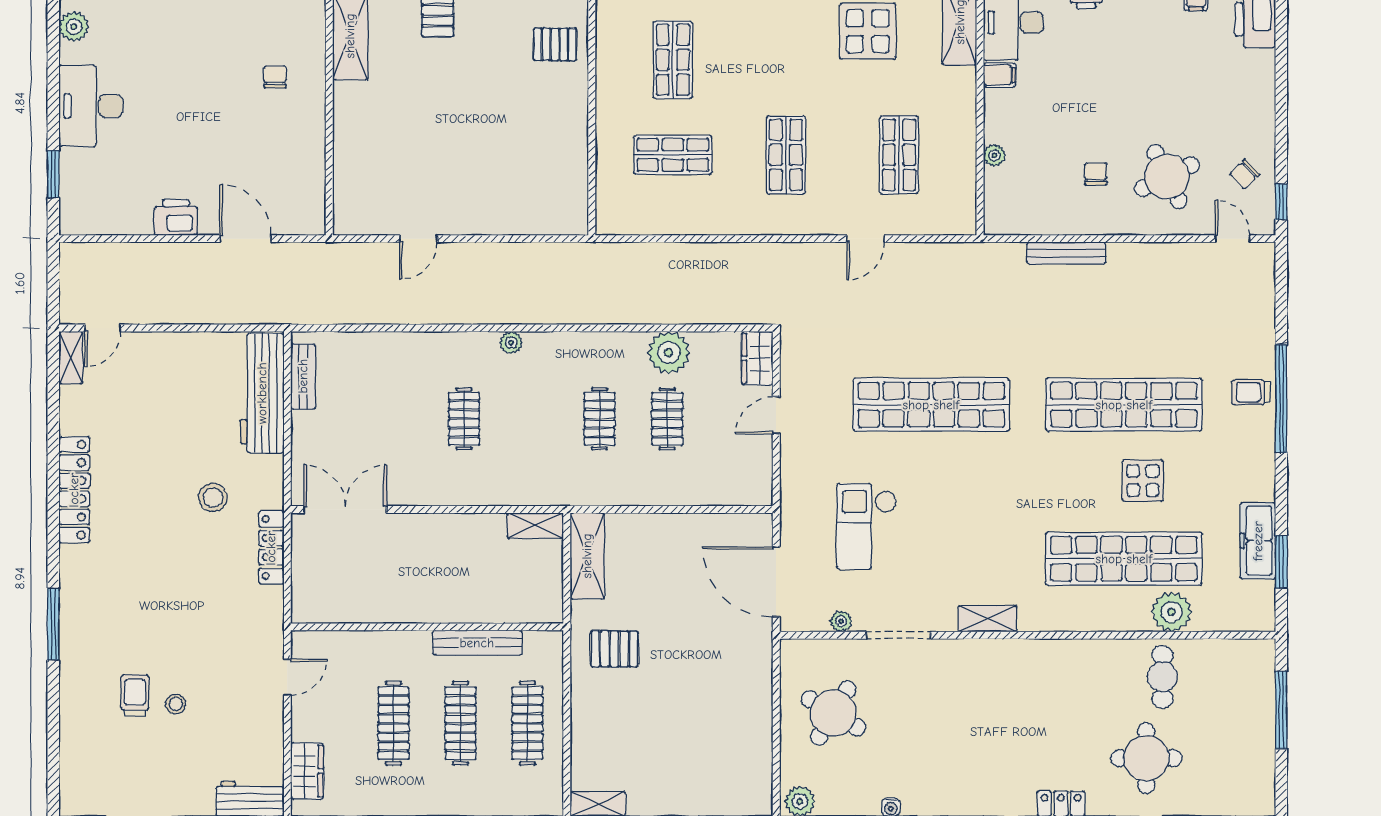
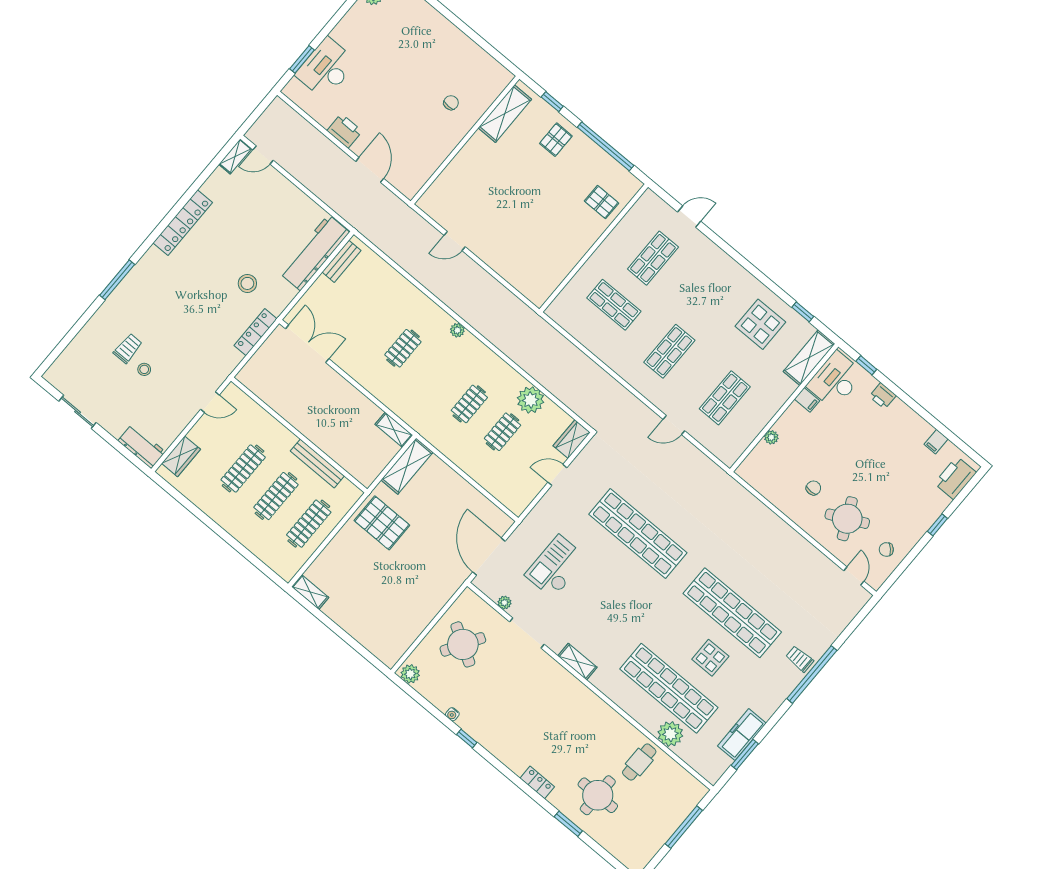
desk: (91, 106) -> (326, 68), moved
window: (1281, 202) -> (937, 525), moved
bench: (1066, 253) -> (766, 515), removed
pallet: (614, 649) -> (382, 523), width x1.50, depth x1.42

